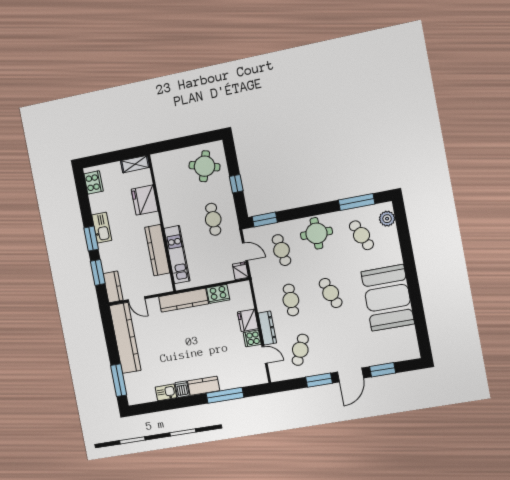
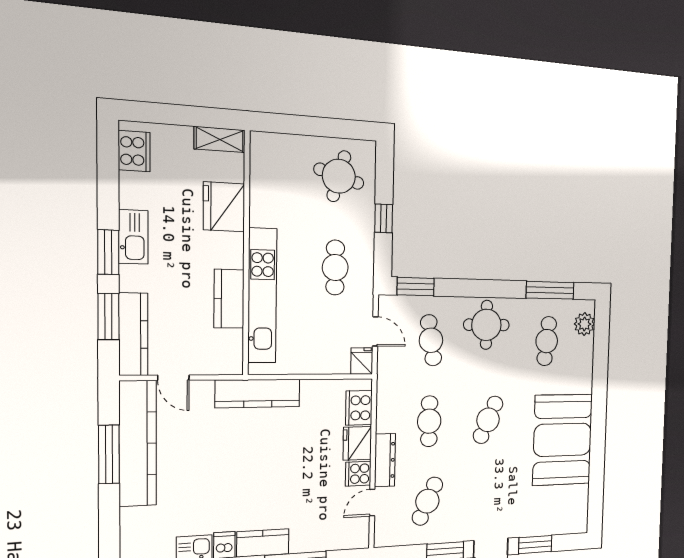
cafe table: (361, 235) -> (547, 341), turned 30
kitchen counter: (157, 250) -> (229, 299), width x0.67
kitchen unit: (177, 255) -> (262, 296), width x1.36
kitchen counter: (113, 287) -> (133, 334), width x1.50
cafe table: (331, 293) -> (488, 420), turned 45
cooker: (218, 294) -> (359, 408), moved, turned 90
door: (265, 355) -> (372, 503), swing flipped
window: (119, 380) -> (109, 454), moved

